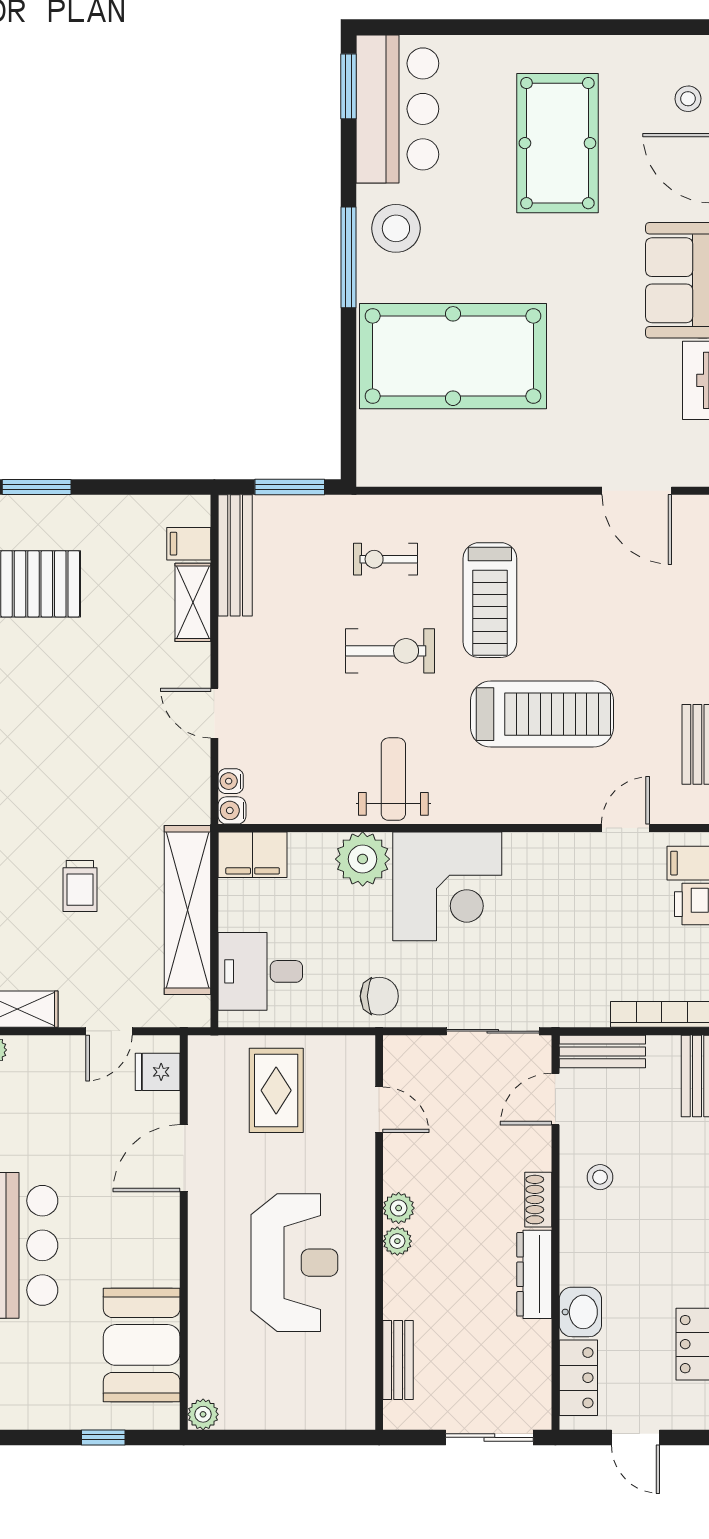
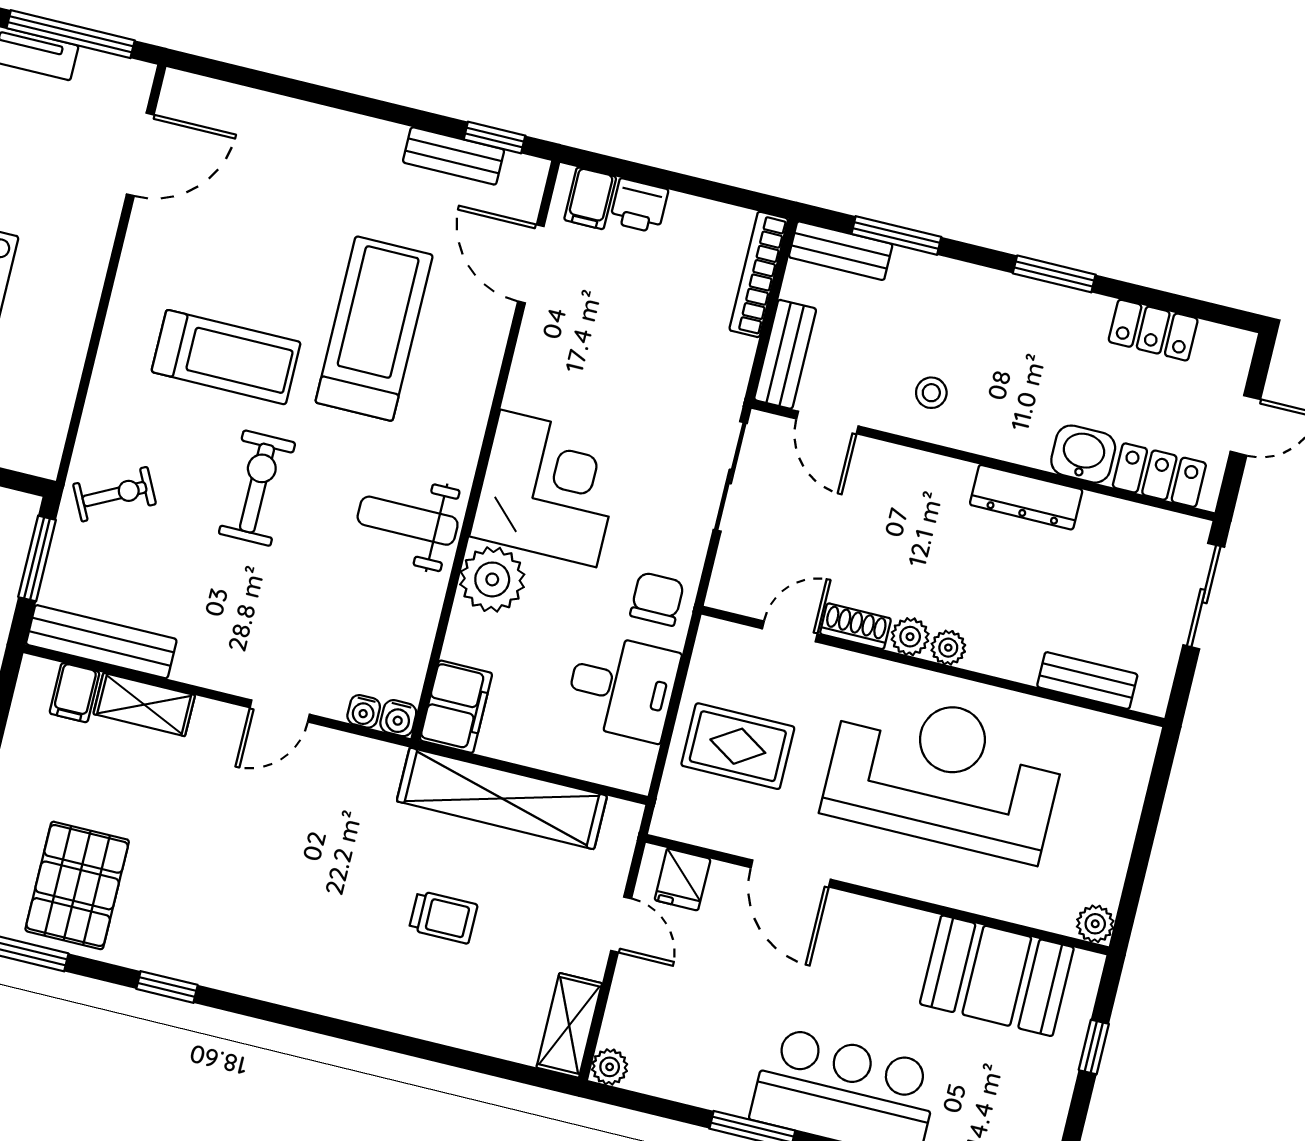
exercise bike: (385, 559) -> (115, 494), moved, turned -117
door: (625, 828) -> (531, 264), width x1.38
desk: (260, 971) -> (622, 687), moved, turned -90
shoe rack: (538, 1200) -> (855, 626), moved, turned 180
reception desk: (294, 1263) -> (944, 774), width x1.36, depth x1.30

